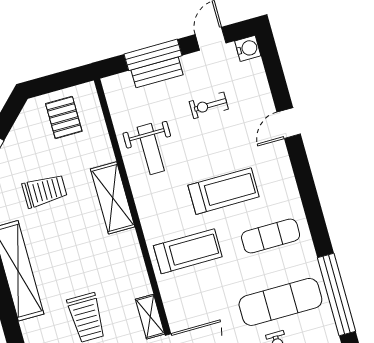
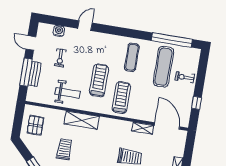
water cooler: (248, 48) -> (59, 31), moved
pallet: (64, 117) -> (35, 125), turned 90
door: (289, 123) -> (85, 26), swing flipped
treadmill: (224, 191) -> (99, 80), moved

